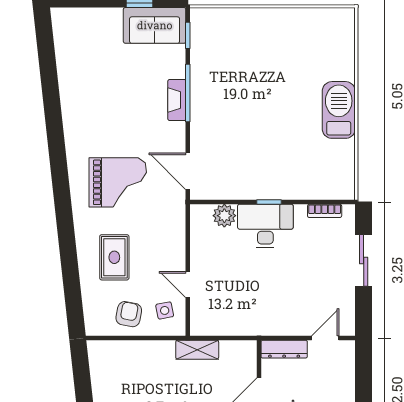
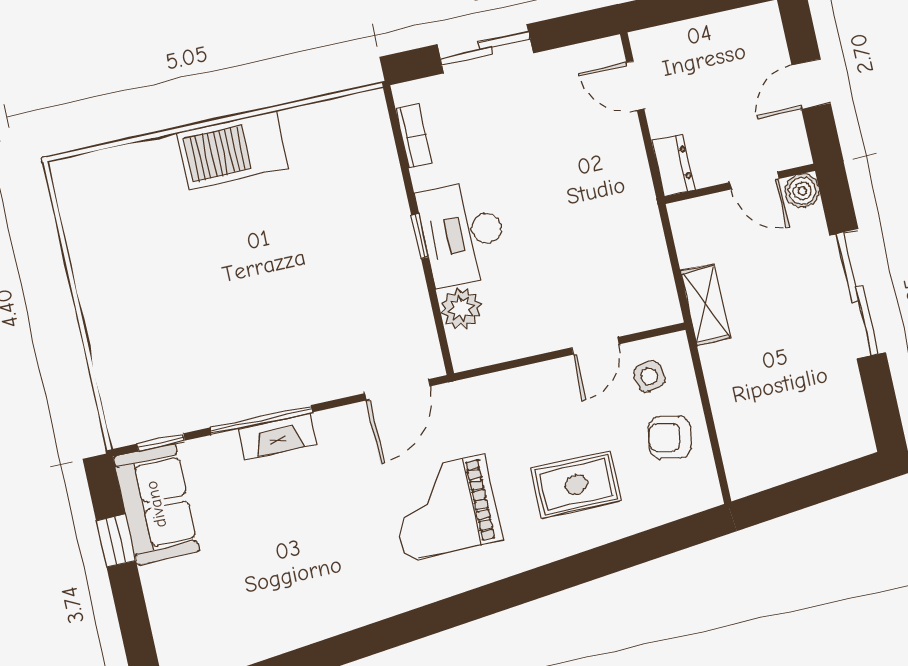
grand piano: (118, 182) -> (444, 508), turned -90
dresser: (284, 349) -> (673, 165), width x0.70

